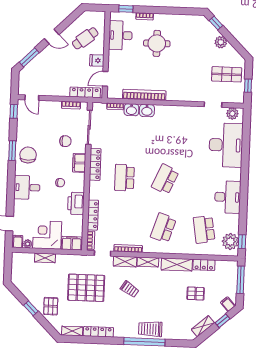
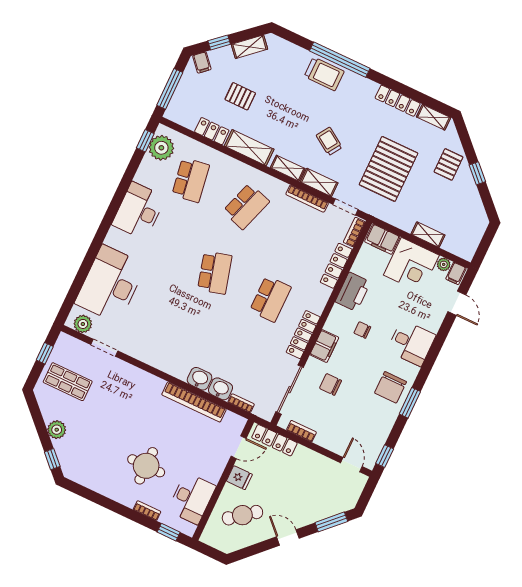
school desk: (165, 179) -> (215, 273), turned -39
pallet: (86, 288) -> (389, 169), turned 90

